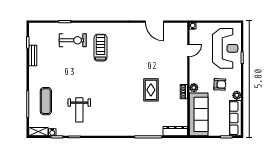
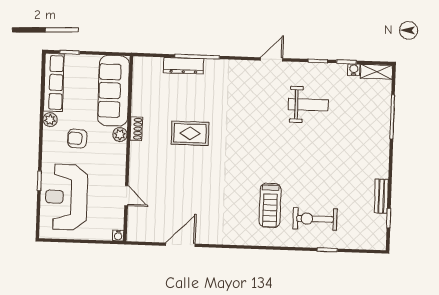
door: (154, 22) -> (180, 245), hinge flipped
door: (188, 50) -> (126, 196), swing flipped
rug: (151, 90) -> (190, 133), turned 90
exercise mat: (46, 101) -> (363, 121), removed
weight bench: (79, 110) -> (308, 105), turned 90
dresser: (175, 131) -> (184, 66), moved
door: (103, 137) -> (271, 59), added

